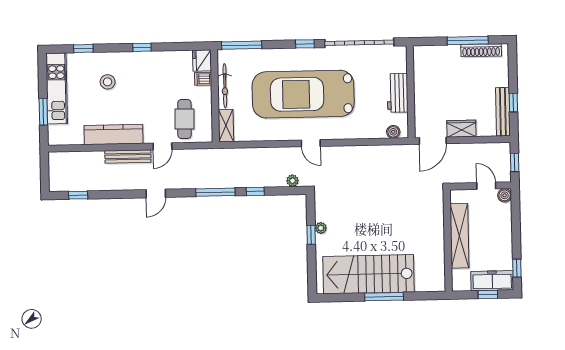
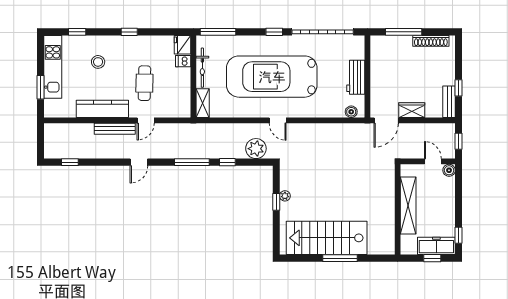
window: (468, 40) -> (404, 32), moved
bench: (503, 112) -> (449, 102), width x0.73
cafe table: (184, 119) -> (144, 83), moved
plant: (292, 181) -> (256, 149), width x1.88, depth x1.88

